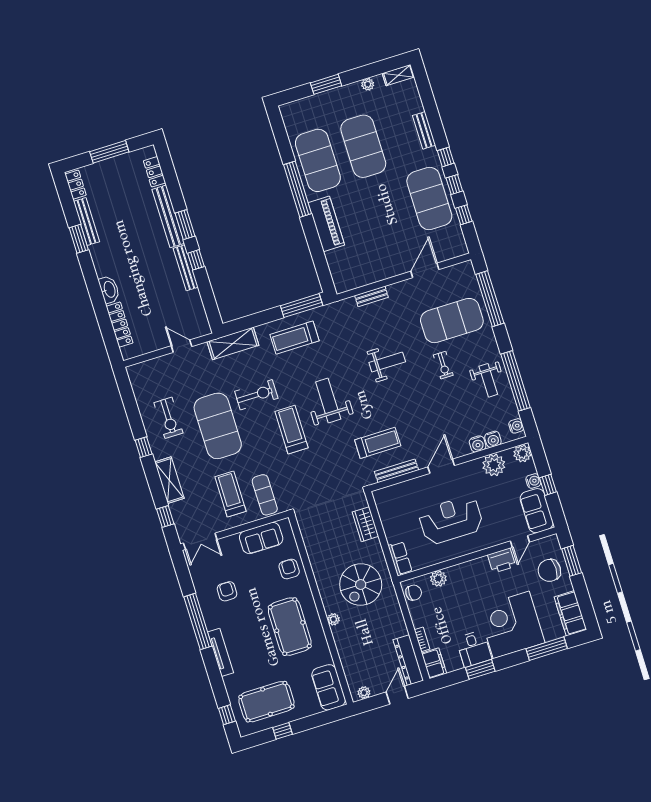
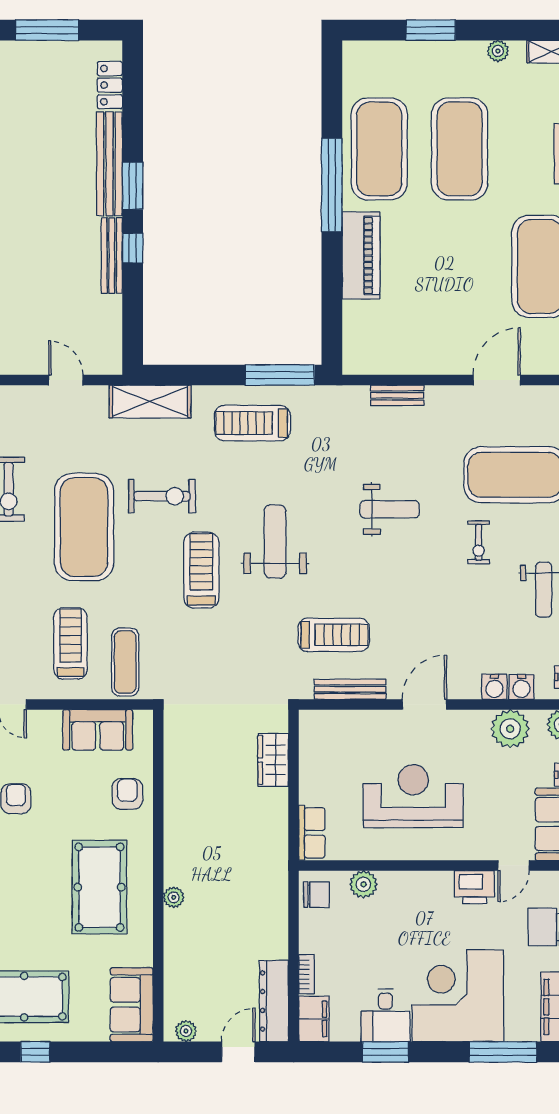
spiral stairs: (361, 585) -> (235, 855), removed

